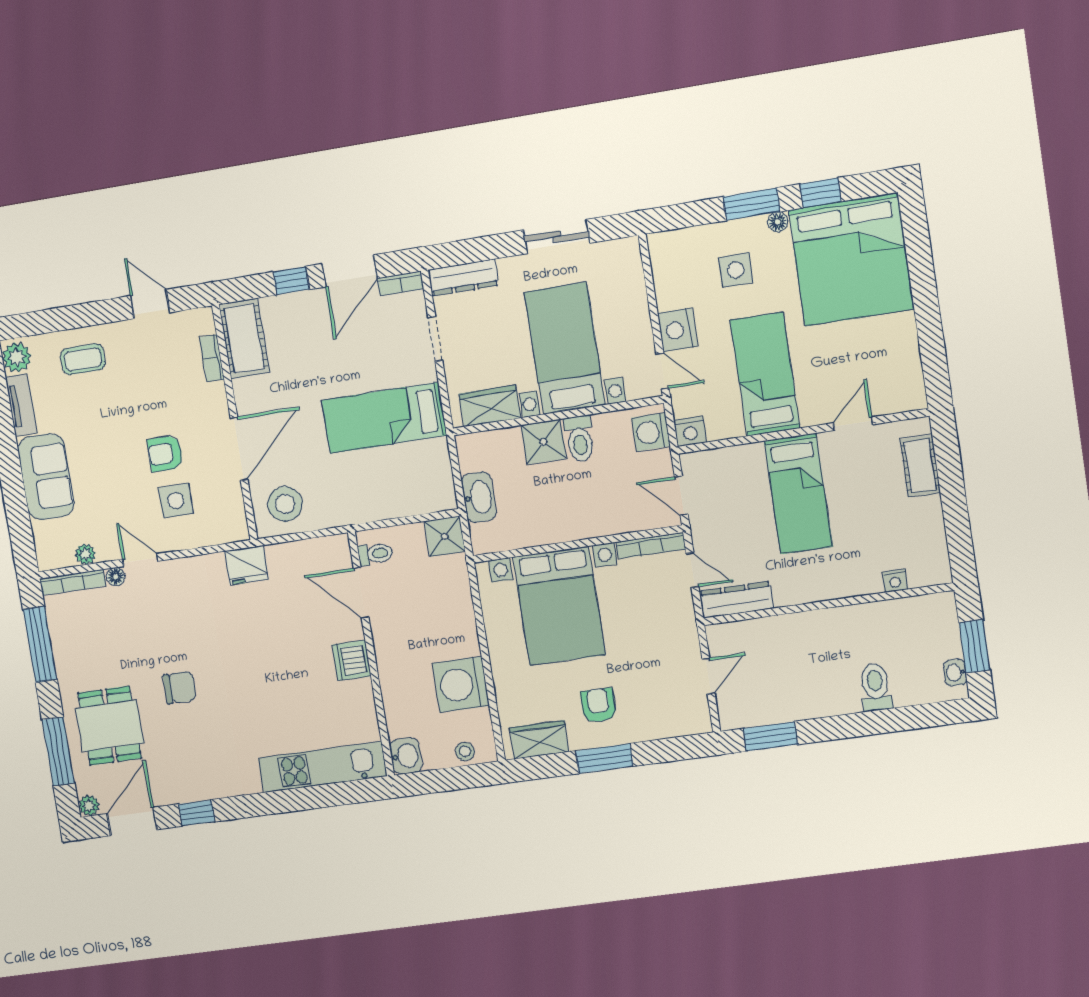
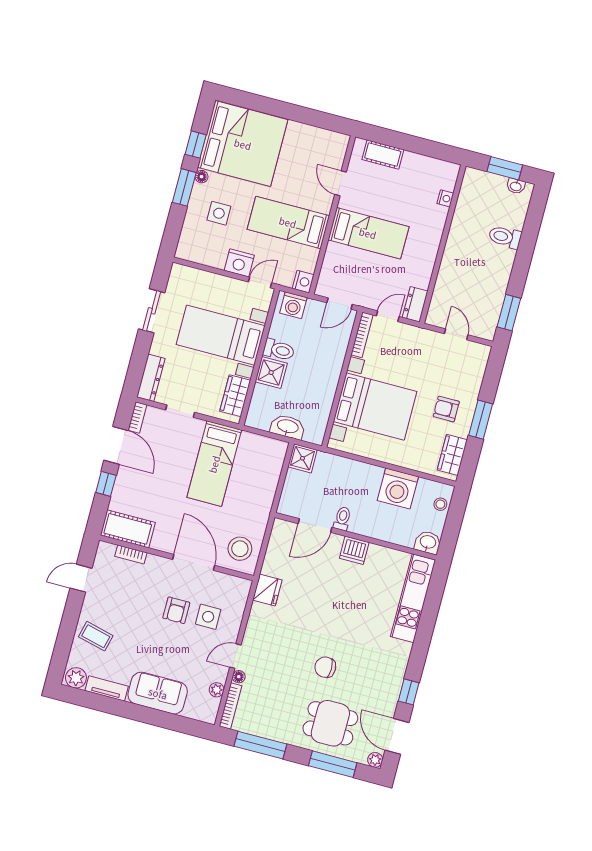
coffee table: (83, 359) -> (96, 636), turned -76
toilet: (375, 554) -> (342, 519), moved
dresser: (736, 600) -> (415, 304), width x0.70
chair: (180, 688) -> (325, 667), turned -90

